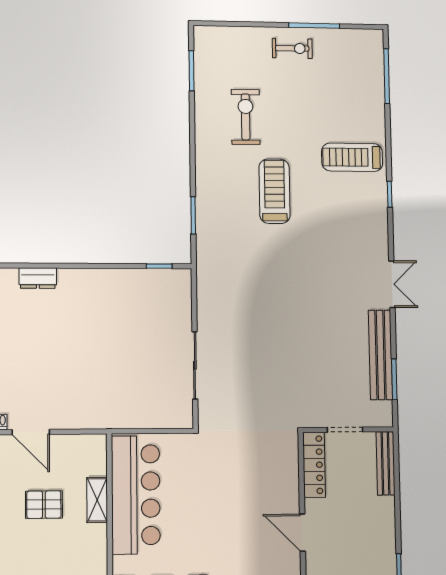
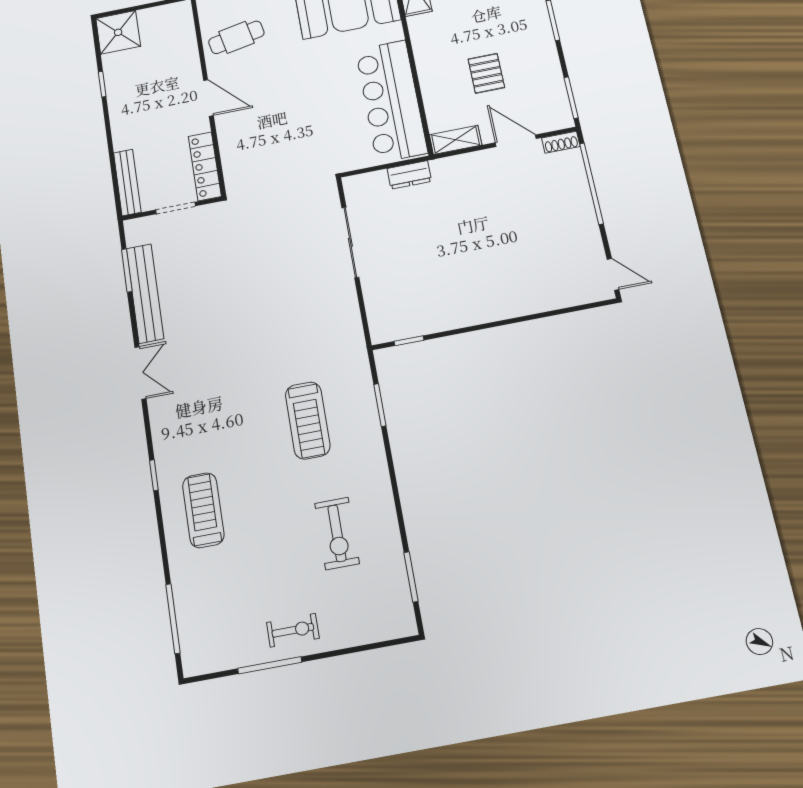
exercise bike: (292, 48) -> (293, 630), turned 180
treadmill: (352, 157) -> (203, 510), turned -90
treadmill: (274, 191) -> (308, 420), moved
dresser: (38, 278) -> (409, 175), moved, turned 180
double door: (392, 284) -> (140, 373), swing flipped
shelving: (97, 500) -> (456, 140), moved, turned 90
pallet: (44, 505) -> (486, 73), turned 90

